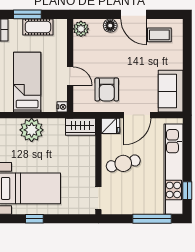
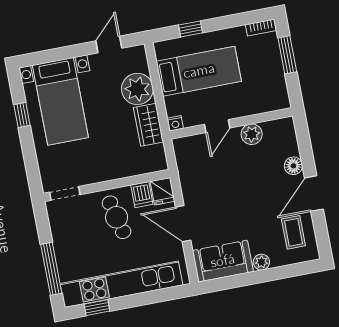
cot: (38, 27) -> (274, 72), removed
plant: (81, 29) -> (252, 134), moved
plant: (177, 63) -> (261, 262), added
armchair: (107, 89) -> (209, 177), removed
wardrobe: (80, 127) -> (149, 125), moved
dishwasher: (110, 141) -> (142, 195), added

